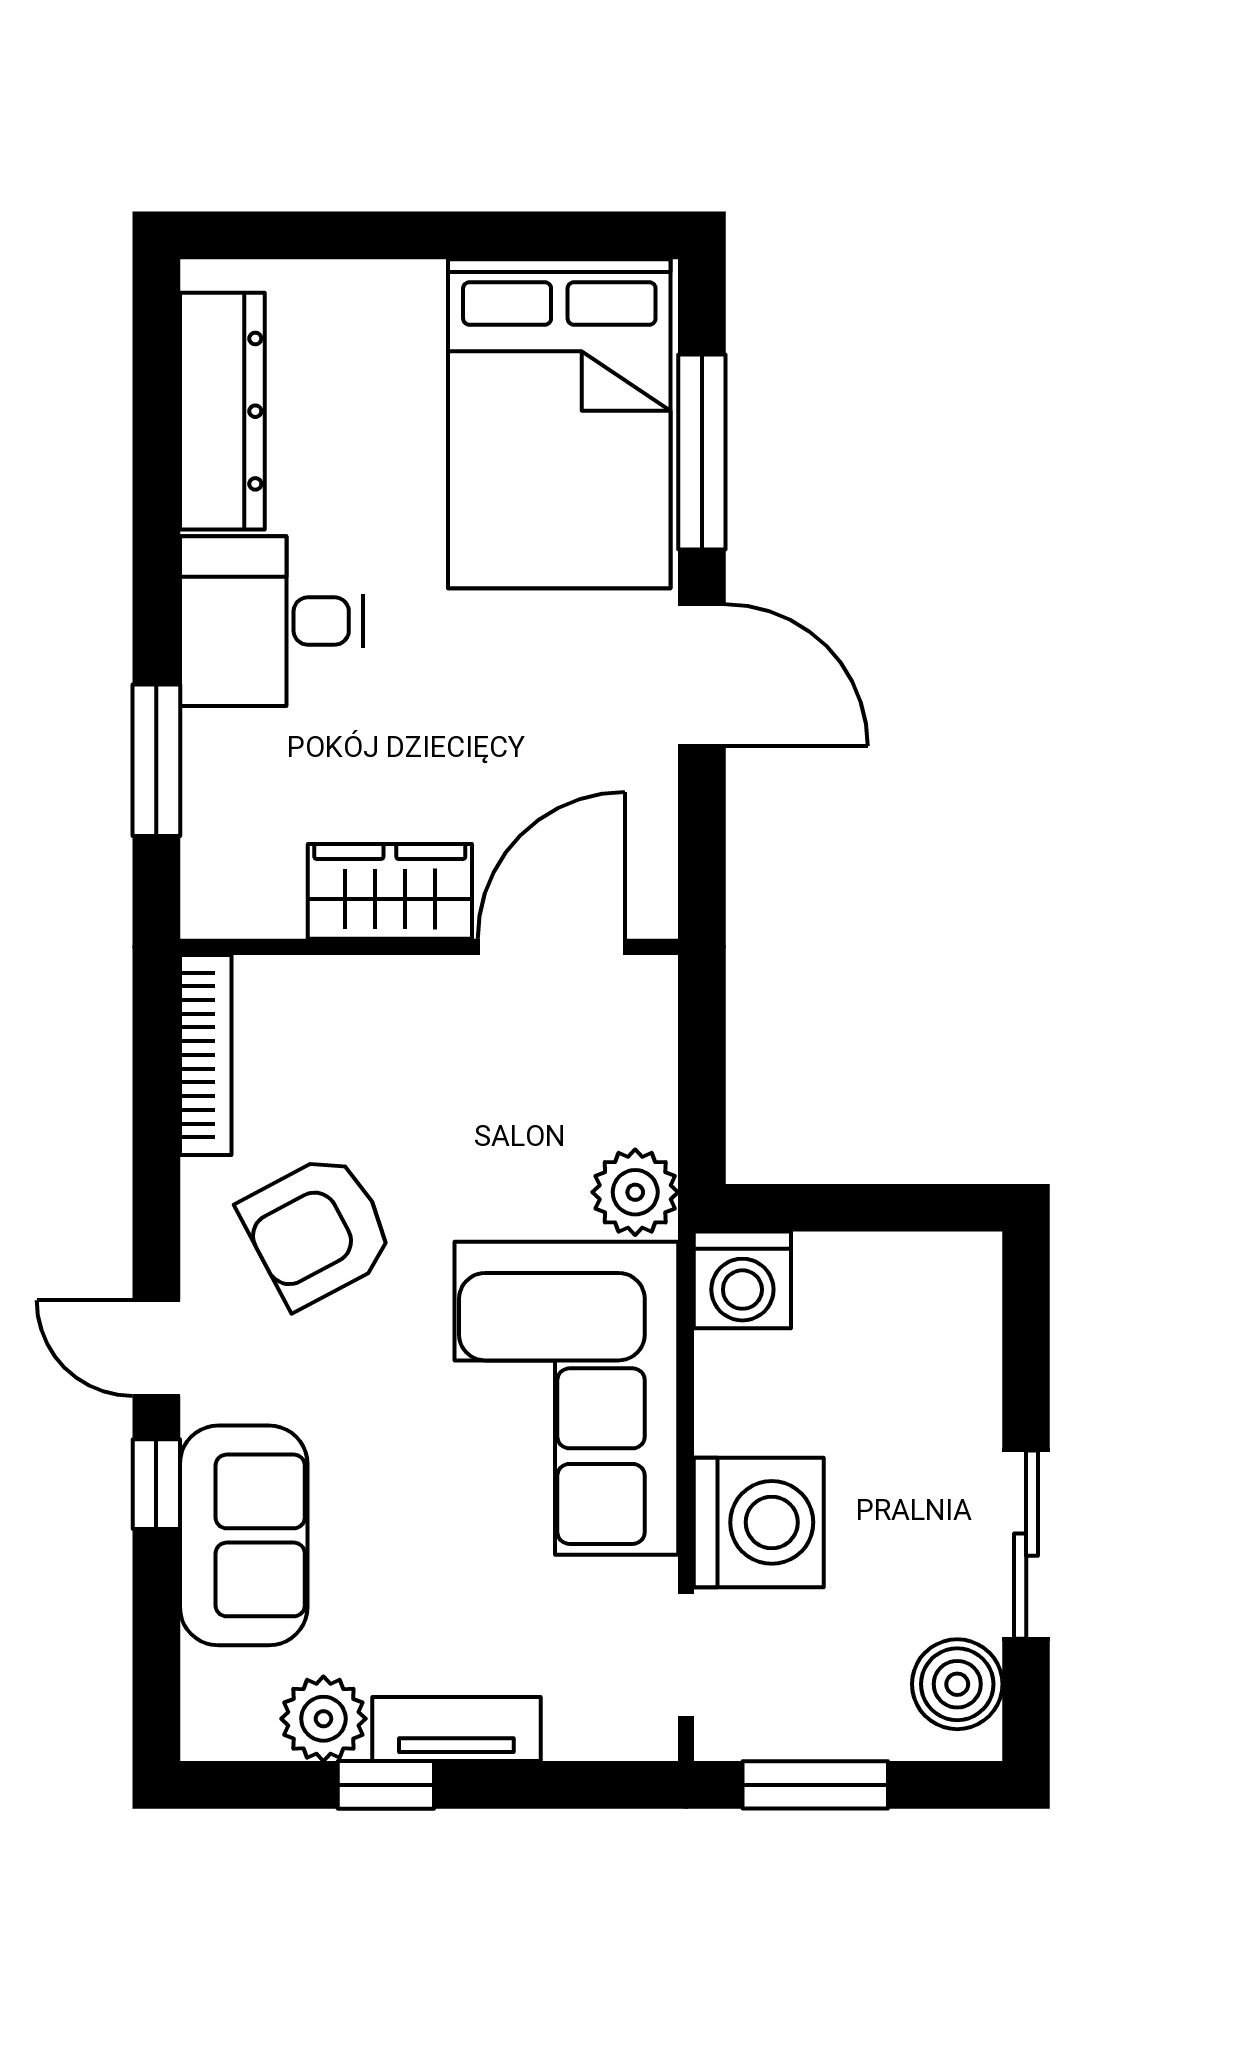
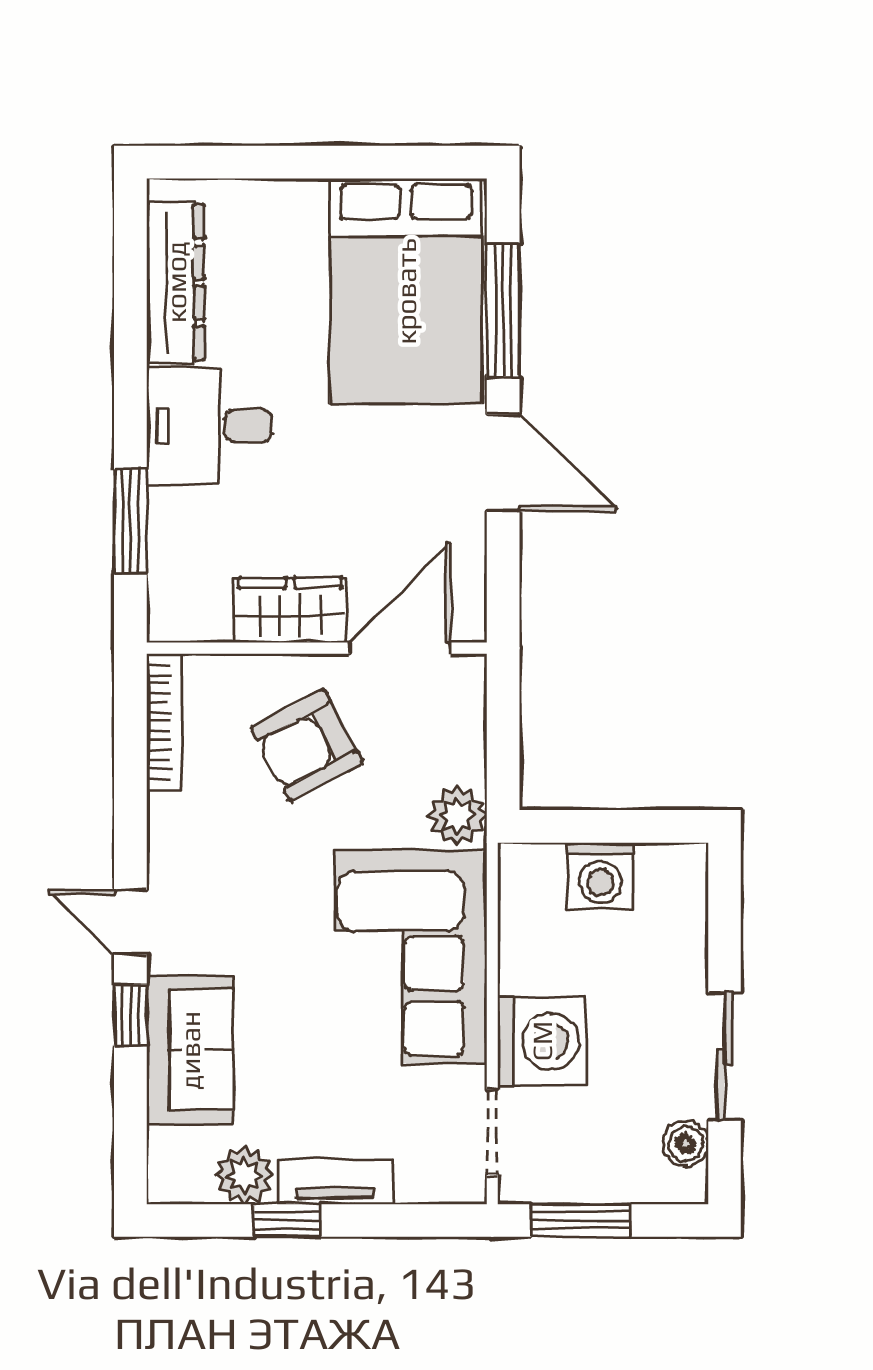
armchair: (317, 1230) -> (307, 746), moved
washing machine: (742, 1280) -> (600, 876), moved
boiler: (957, 1684) -> (686, 1144), width x0.73, depth x0.73

